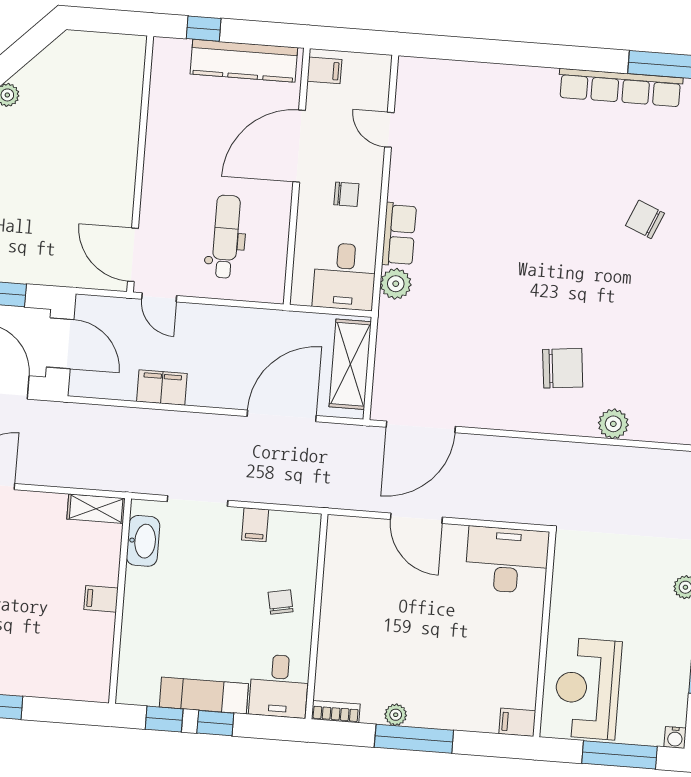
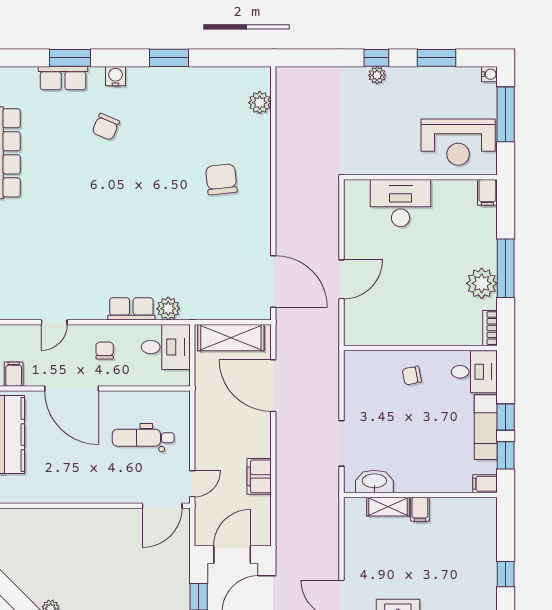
plant: (613, 424) -> (260, 103), moved
shelving: (96, 509) -> (388, 507), moved, turned 90
filing cabinet: (255, 525) -> (485, 484), moved, turned 180
desk: (507, 560) -> (401, 203), moved, turned 90
plant: (396, 715) -> (482, 283), width x1.88, depth x1.88

